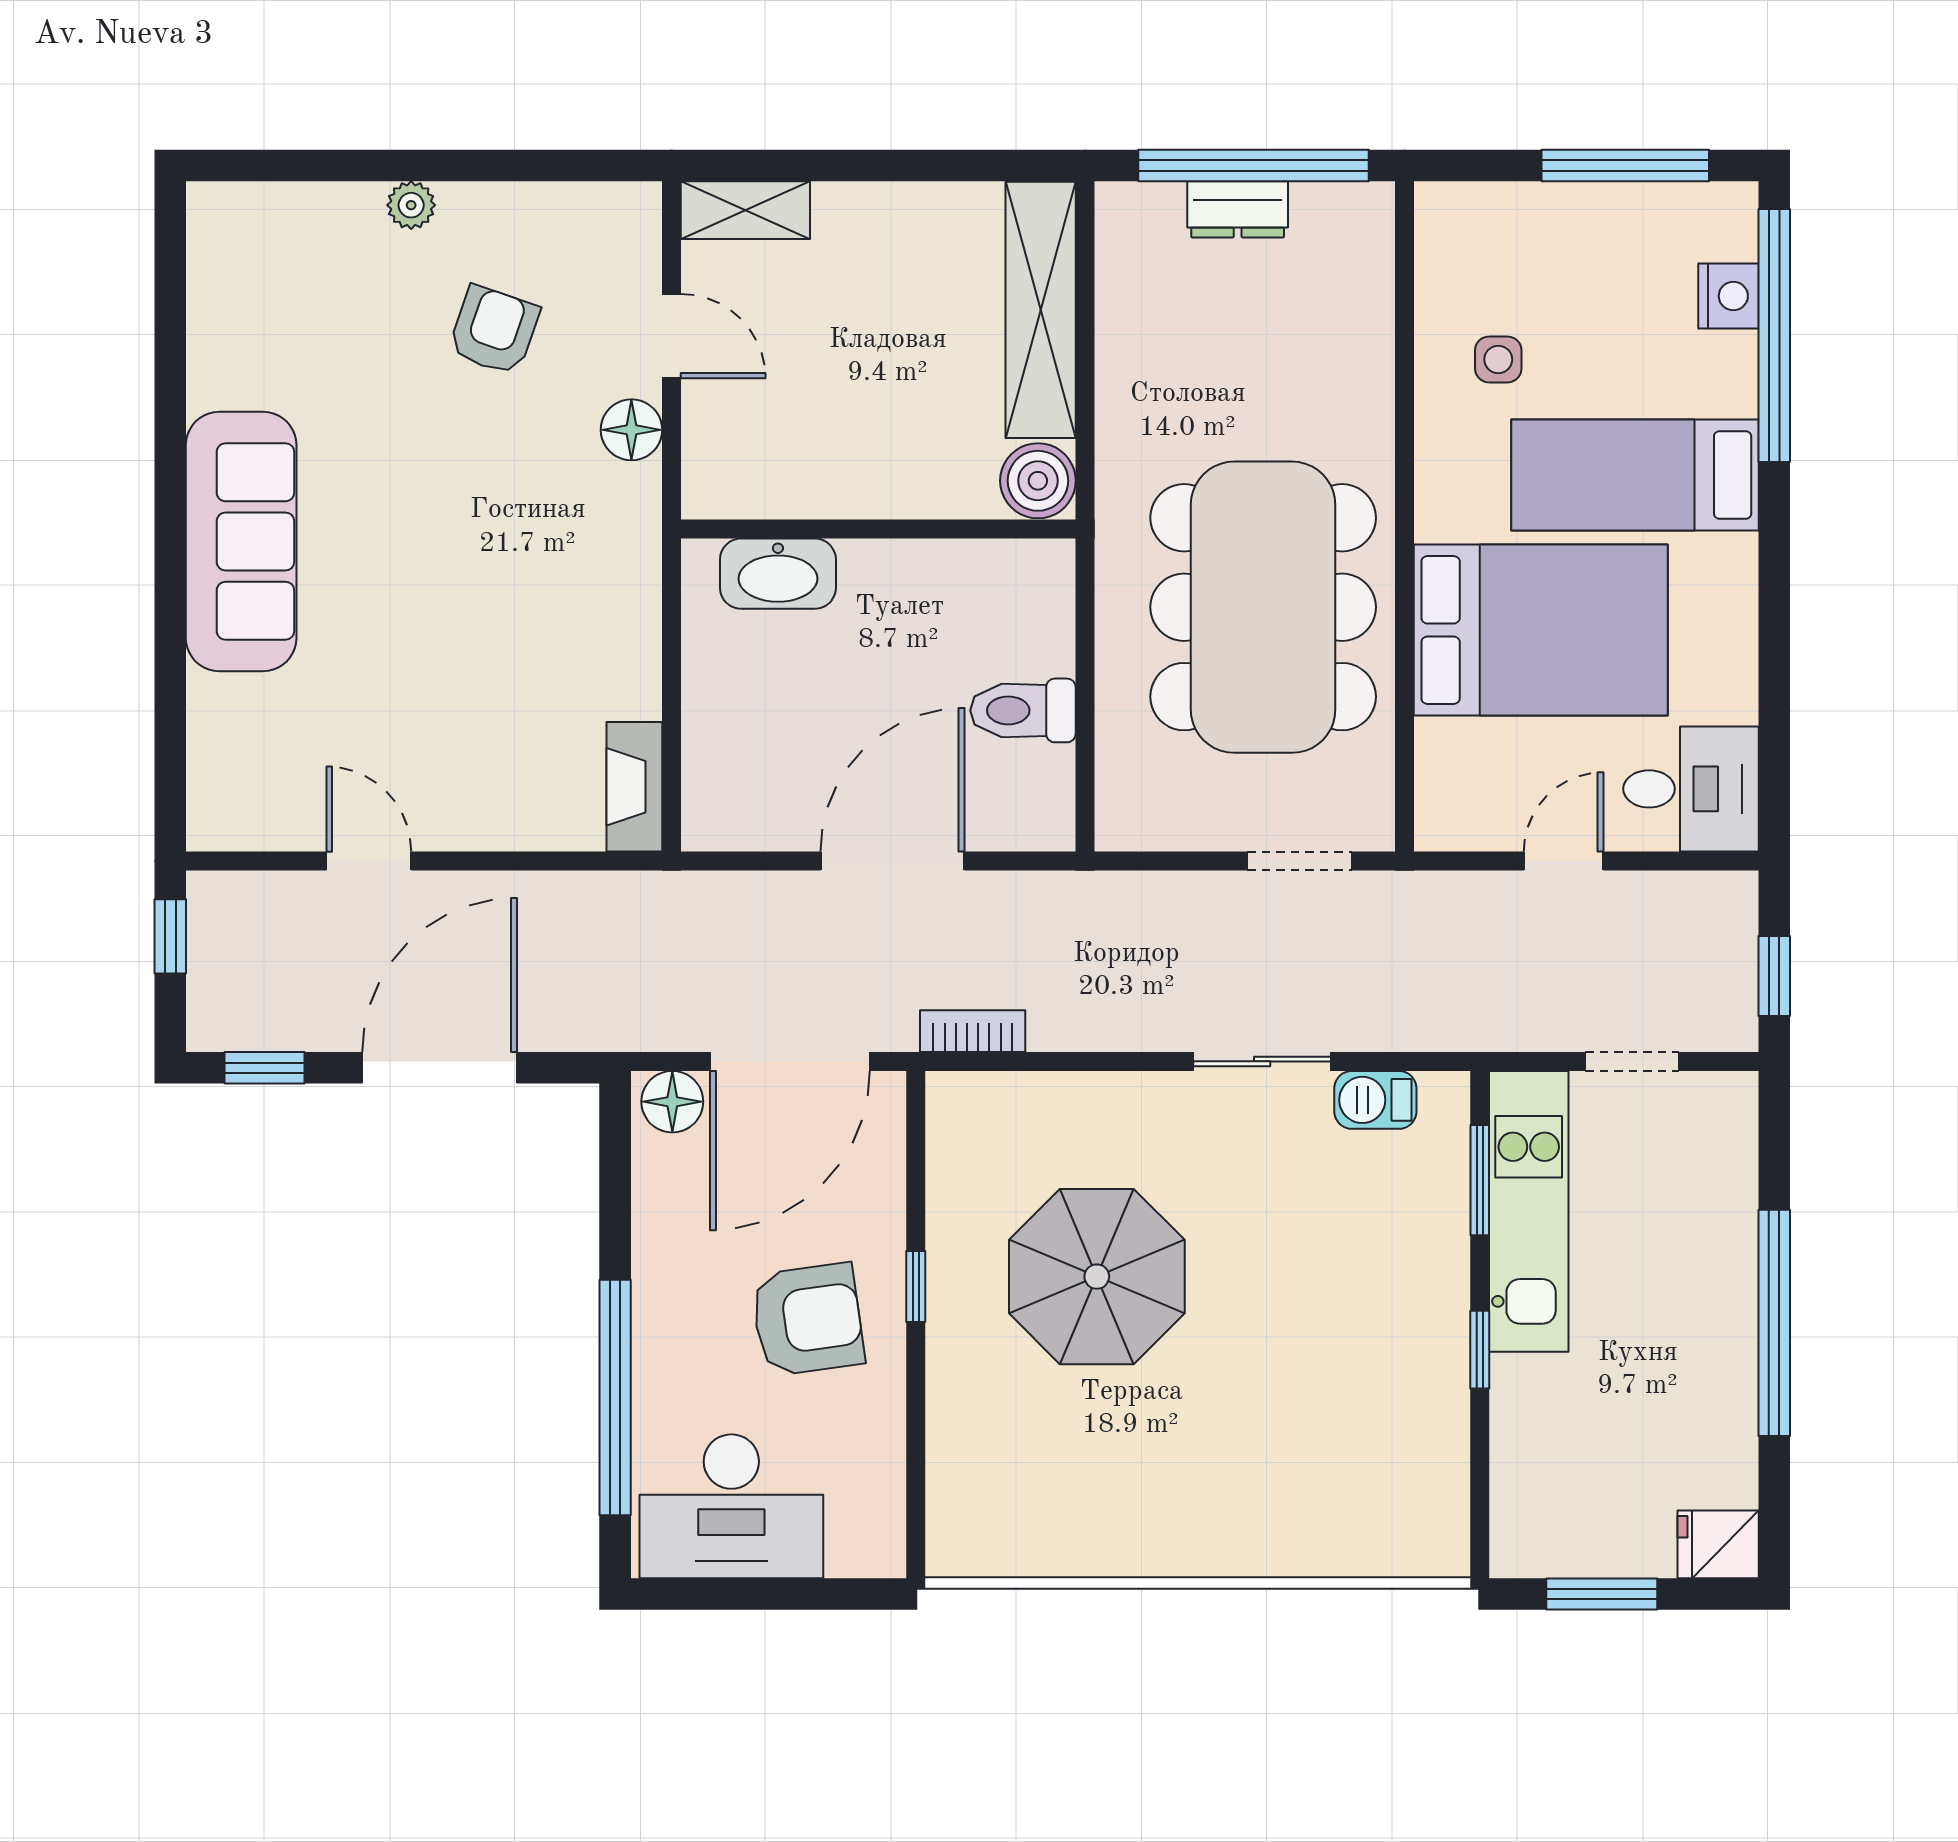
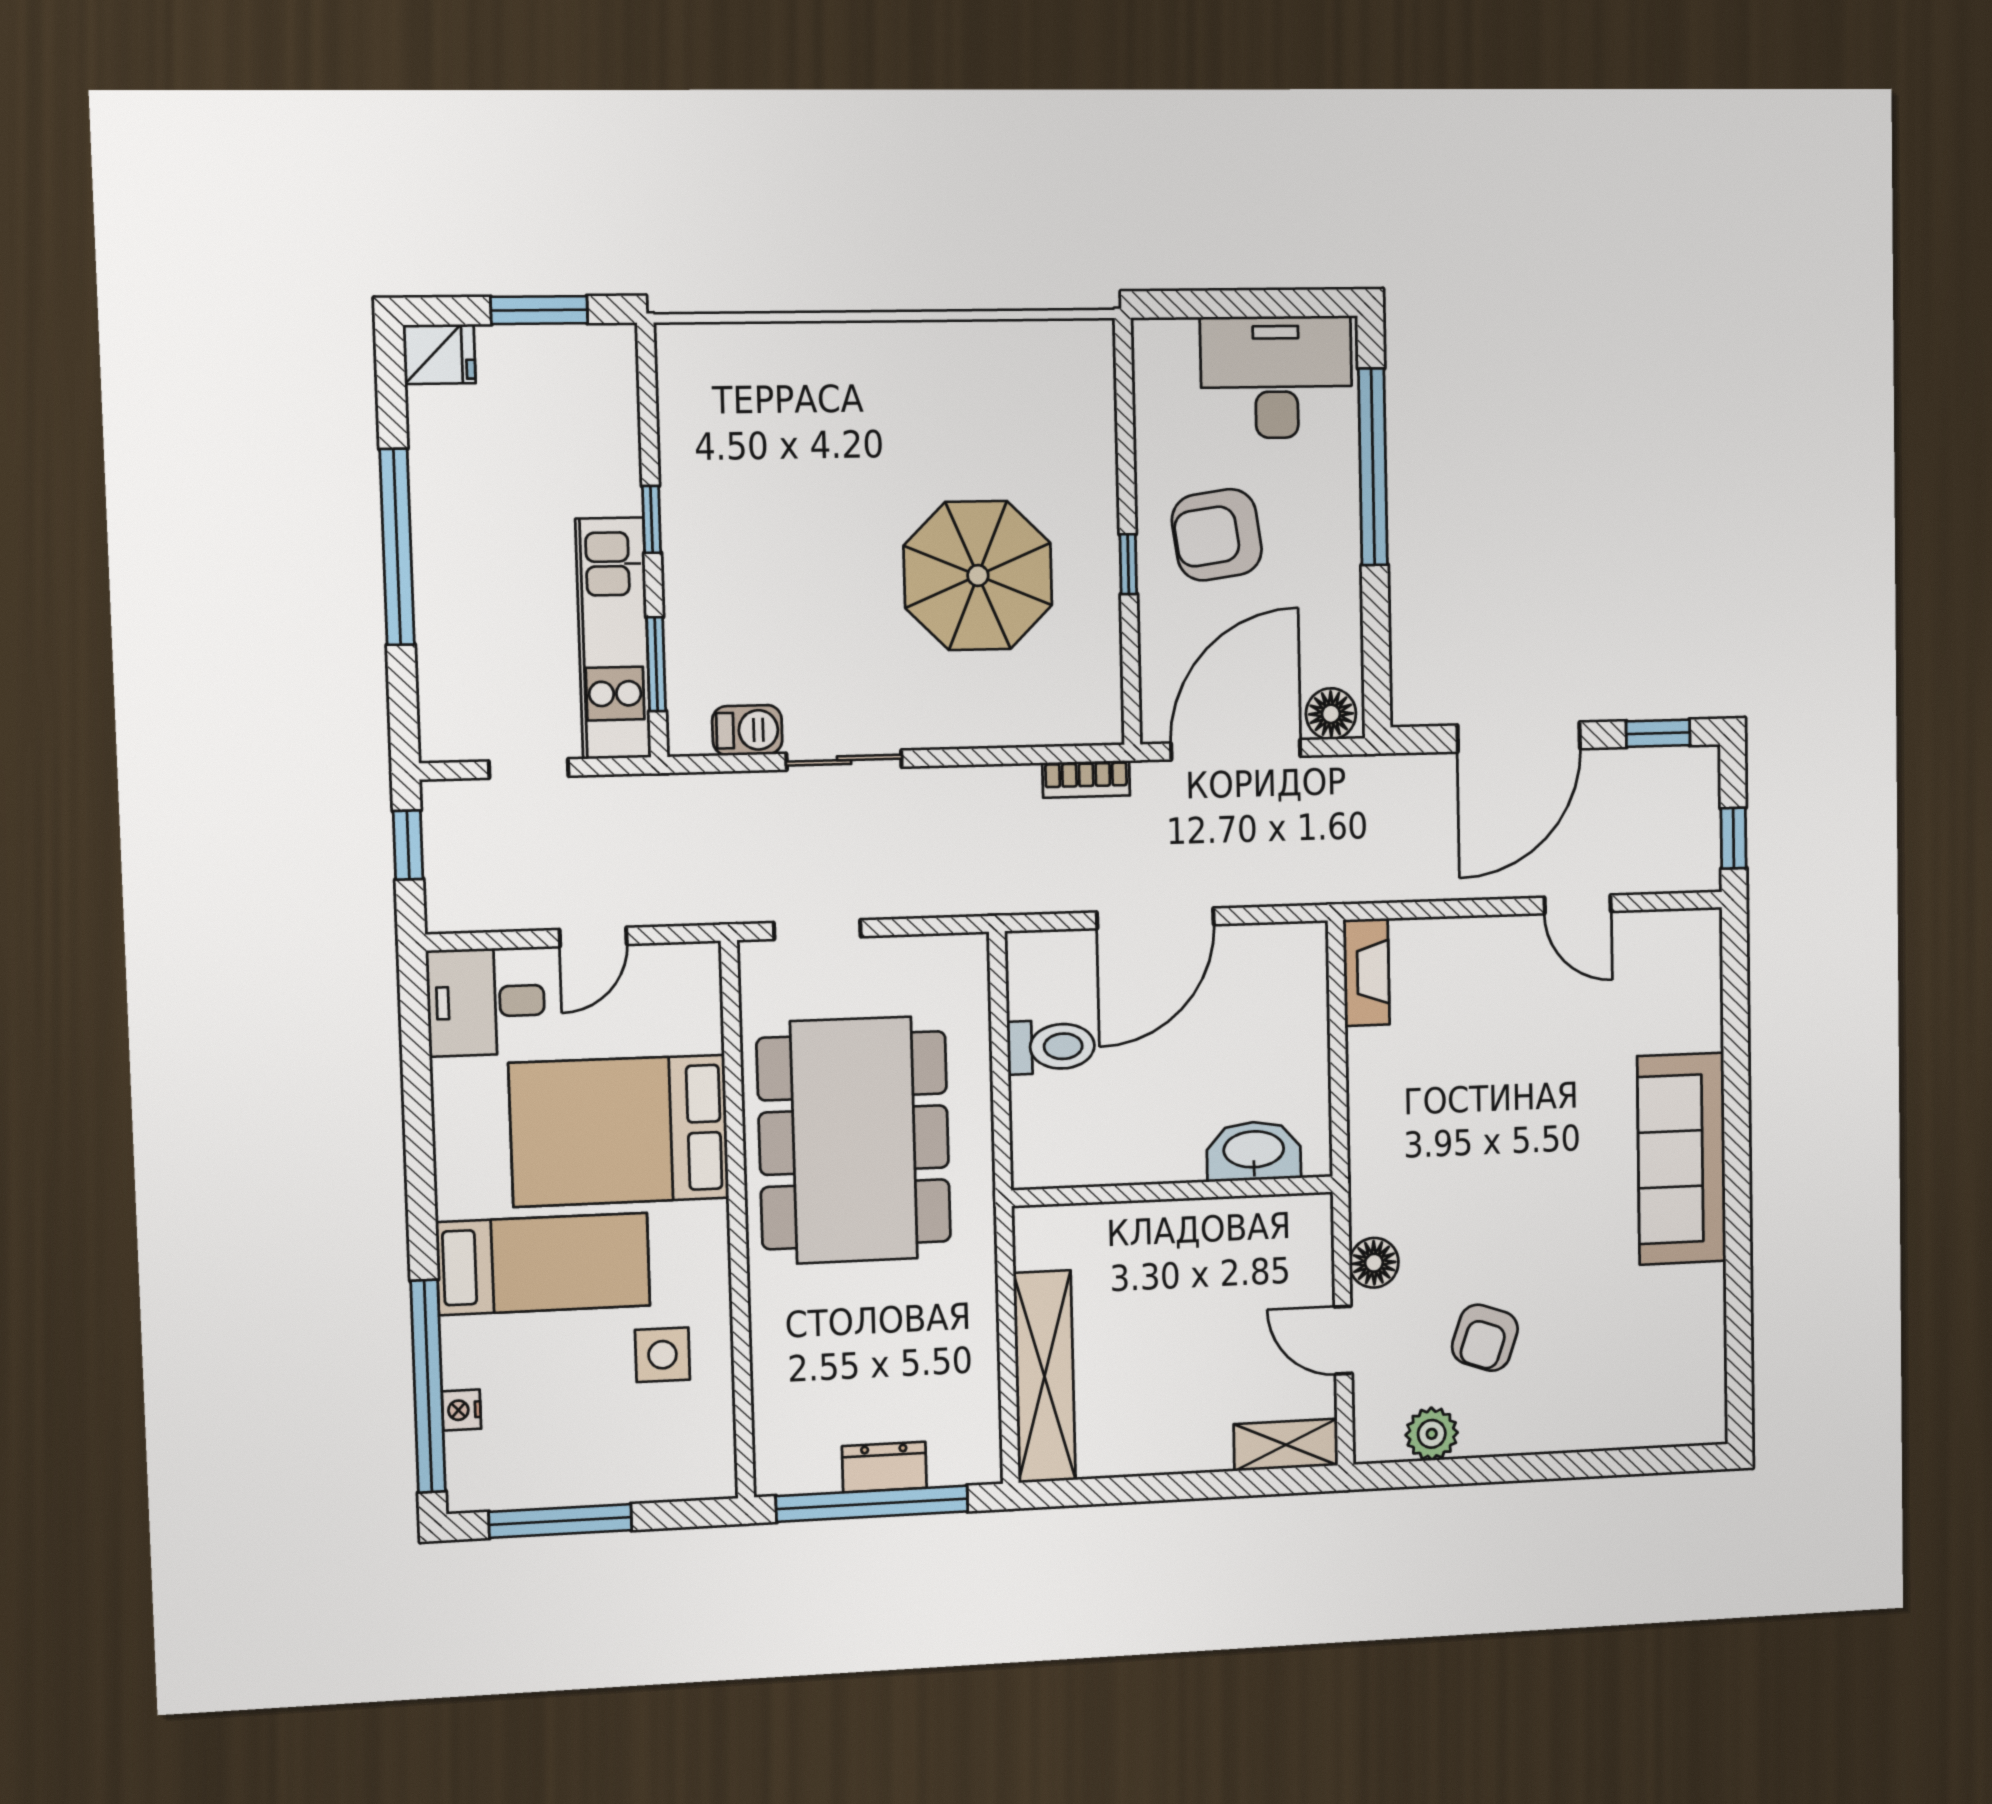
plant: (411, 205) -> (1432, 1434), moved, width x1.38, depth x1.38
nightstand: (1729, 296) -> (461, 1410), width x0.72, depth x0.74
side table: (1498, 359) -> (662, 1355), width x1.37, depth x1.37
boiler: (1038, 481) -> (1043, 1236), removed

